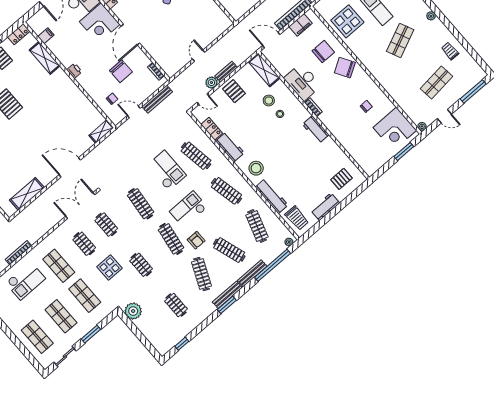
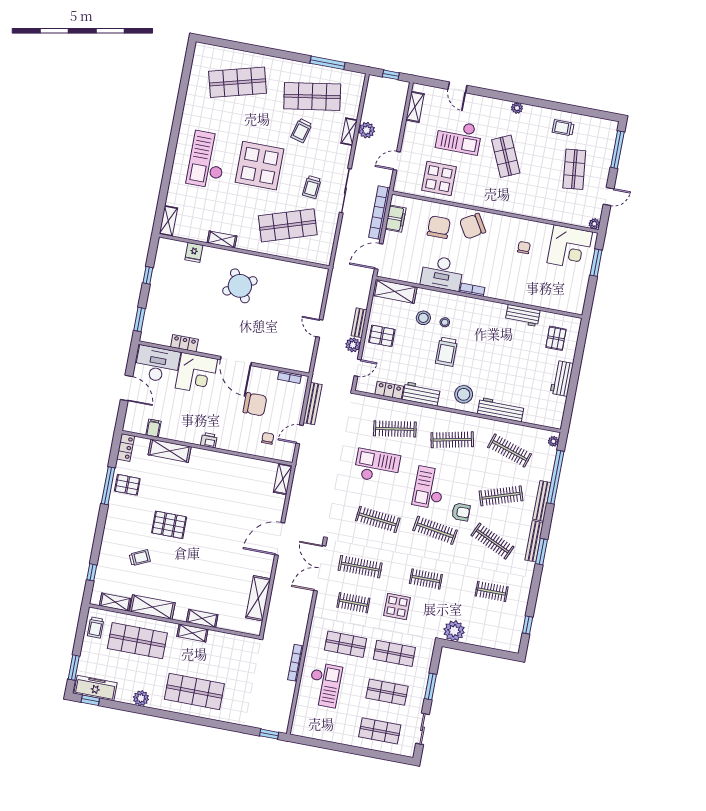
workbench: (316, 129) -> (523, 315), moved
trolley: (297, 218) -> (446, 352), moved, turned 90
clothes rail: (106, 225) -> (360, 567), width x1.36

